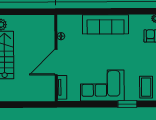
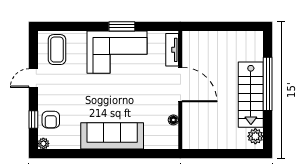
door: (56, 62) -> (180, 84), hinge flipped
window: (127, 104) -> (122, 26), moved

